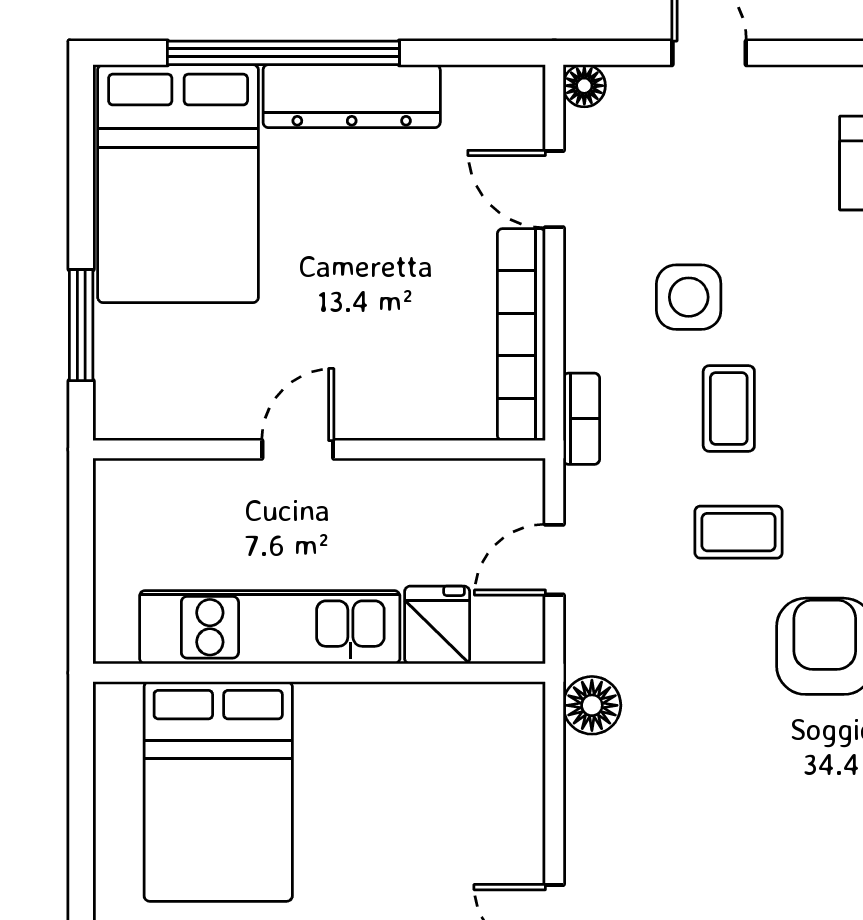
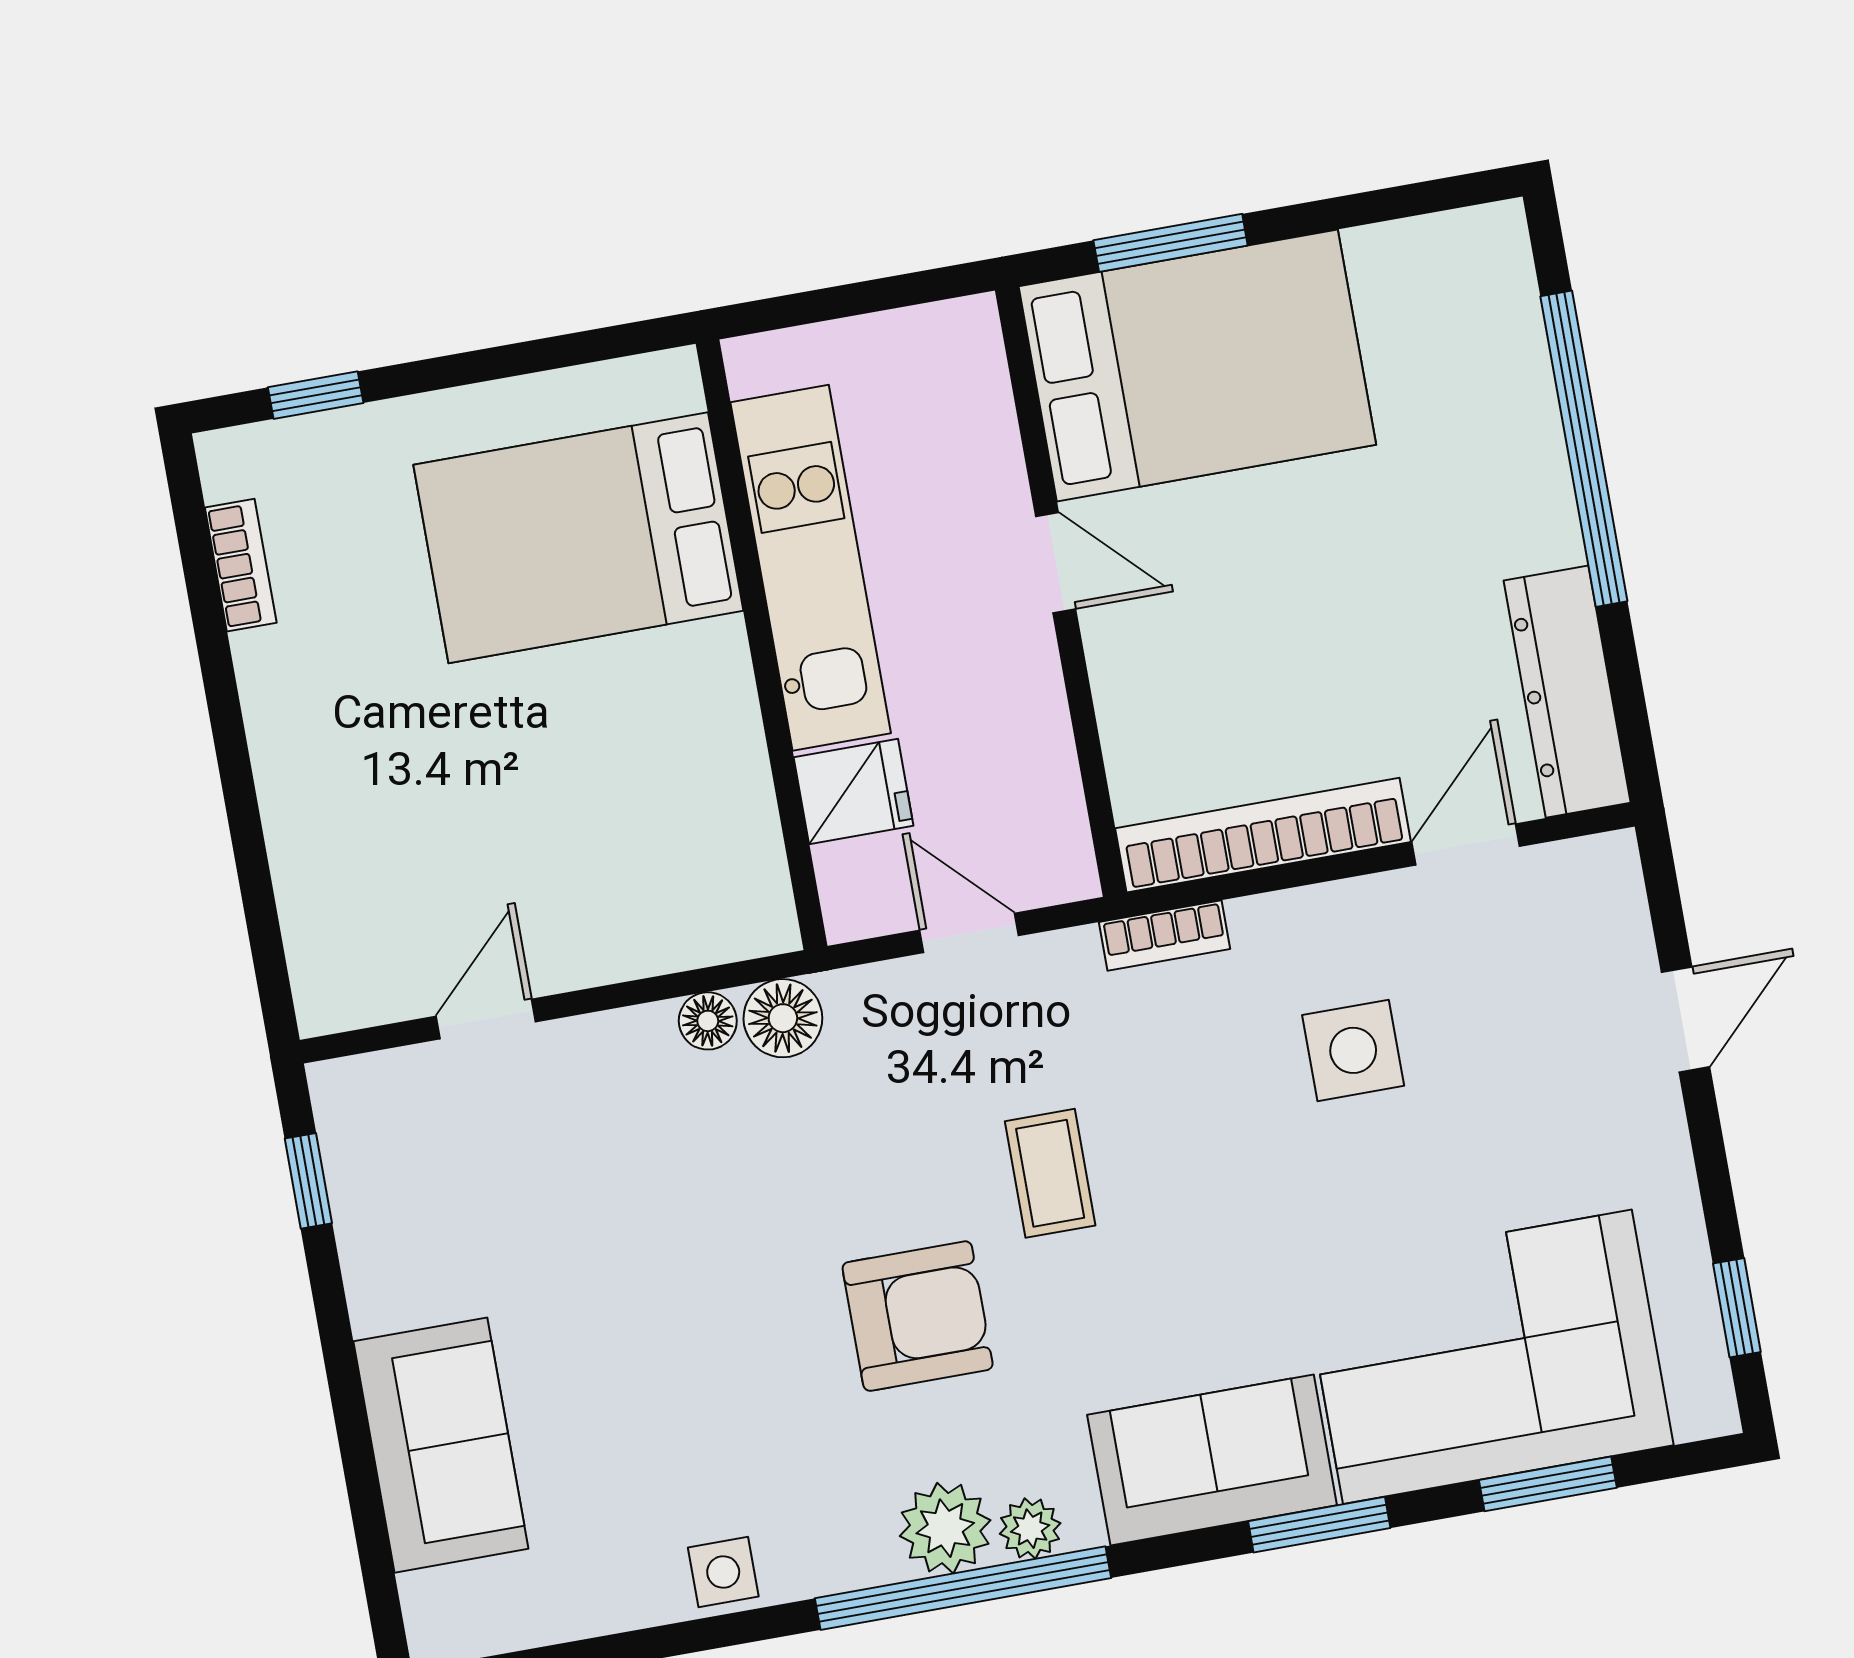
floor lamp: (584, 86) -> (708, 1021), moved
dresser: (352, 96) -> (1567, 692), moved
bed: (178, 184) -> (1197, 365), moved, turned 180
coffee table: (729, 409) -> (1213, 1131), removed

